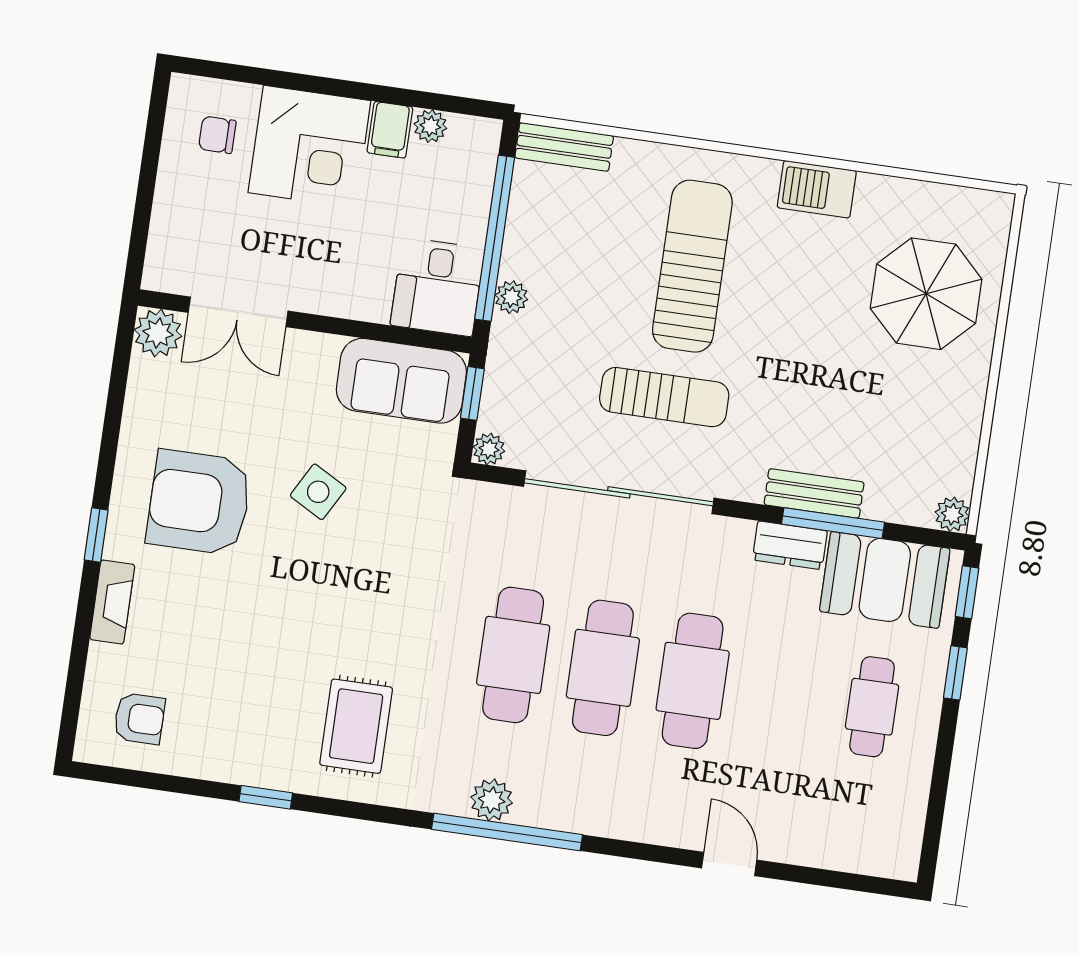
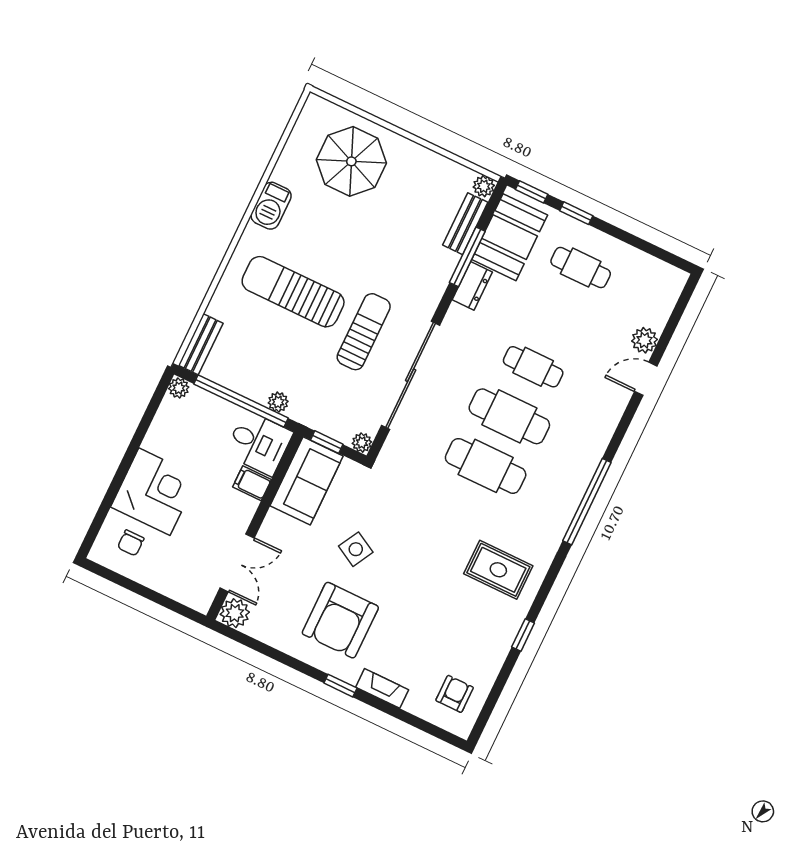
plant: (430, 126) -> (179, 388), moved
filing cabinet: (390, 130) -> (252, 483), moved, turned 180
bench: (814, 493) -> (465, 224), moved
cafe table: (693, 681) -> (533, 367), width x0.73, depth x0.74
plant: (492, 800) -> (644, 340), moved

